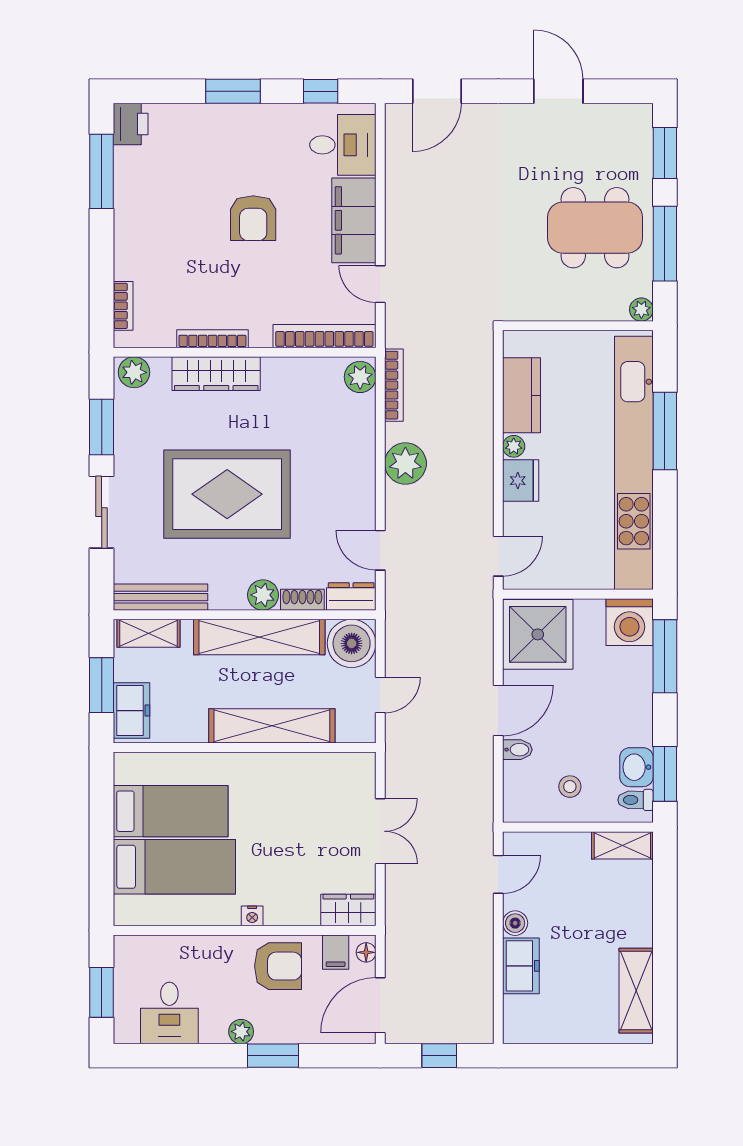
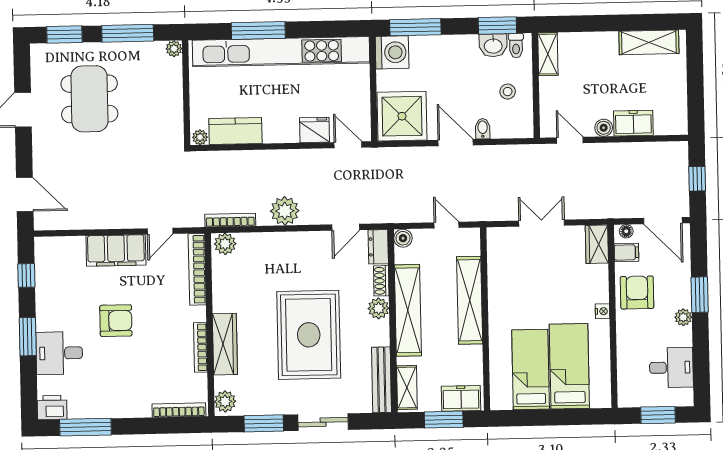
desk: (343, 145) -> (59, 353), moved, turned -90
dining table: (595, 228) -> (89, 99), moved
bookcase: (123, 306) -> (179, 410), width x1.56
plant: (514, 446) -> (200, 137), moved
fridge: (521, 481) -> (314, 130), moved
boiler: (352, 643) -> (403, 238), width x0.54, depth x0.54

